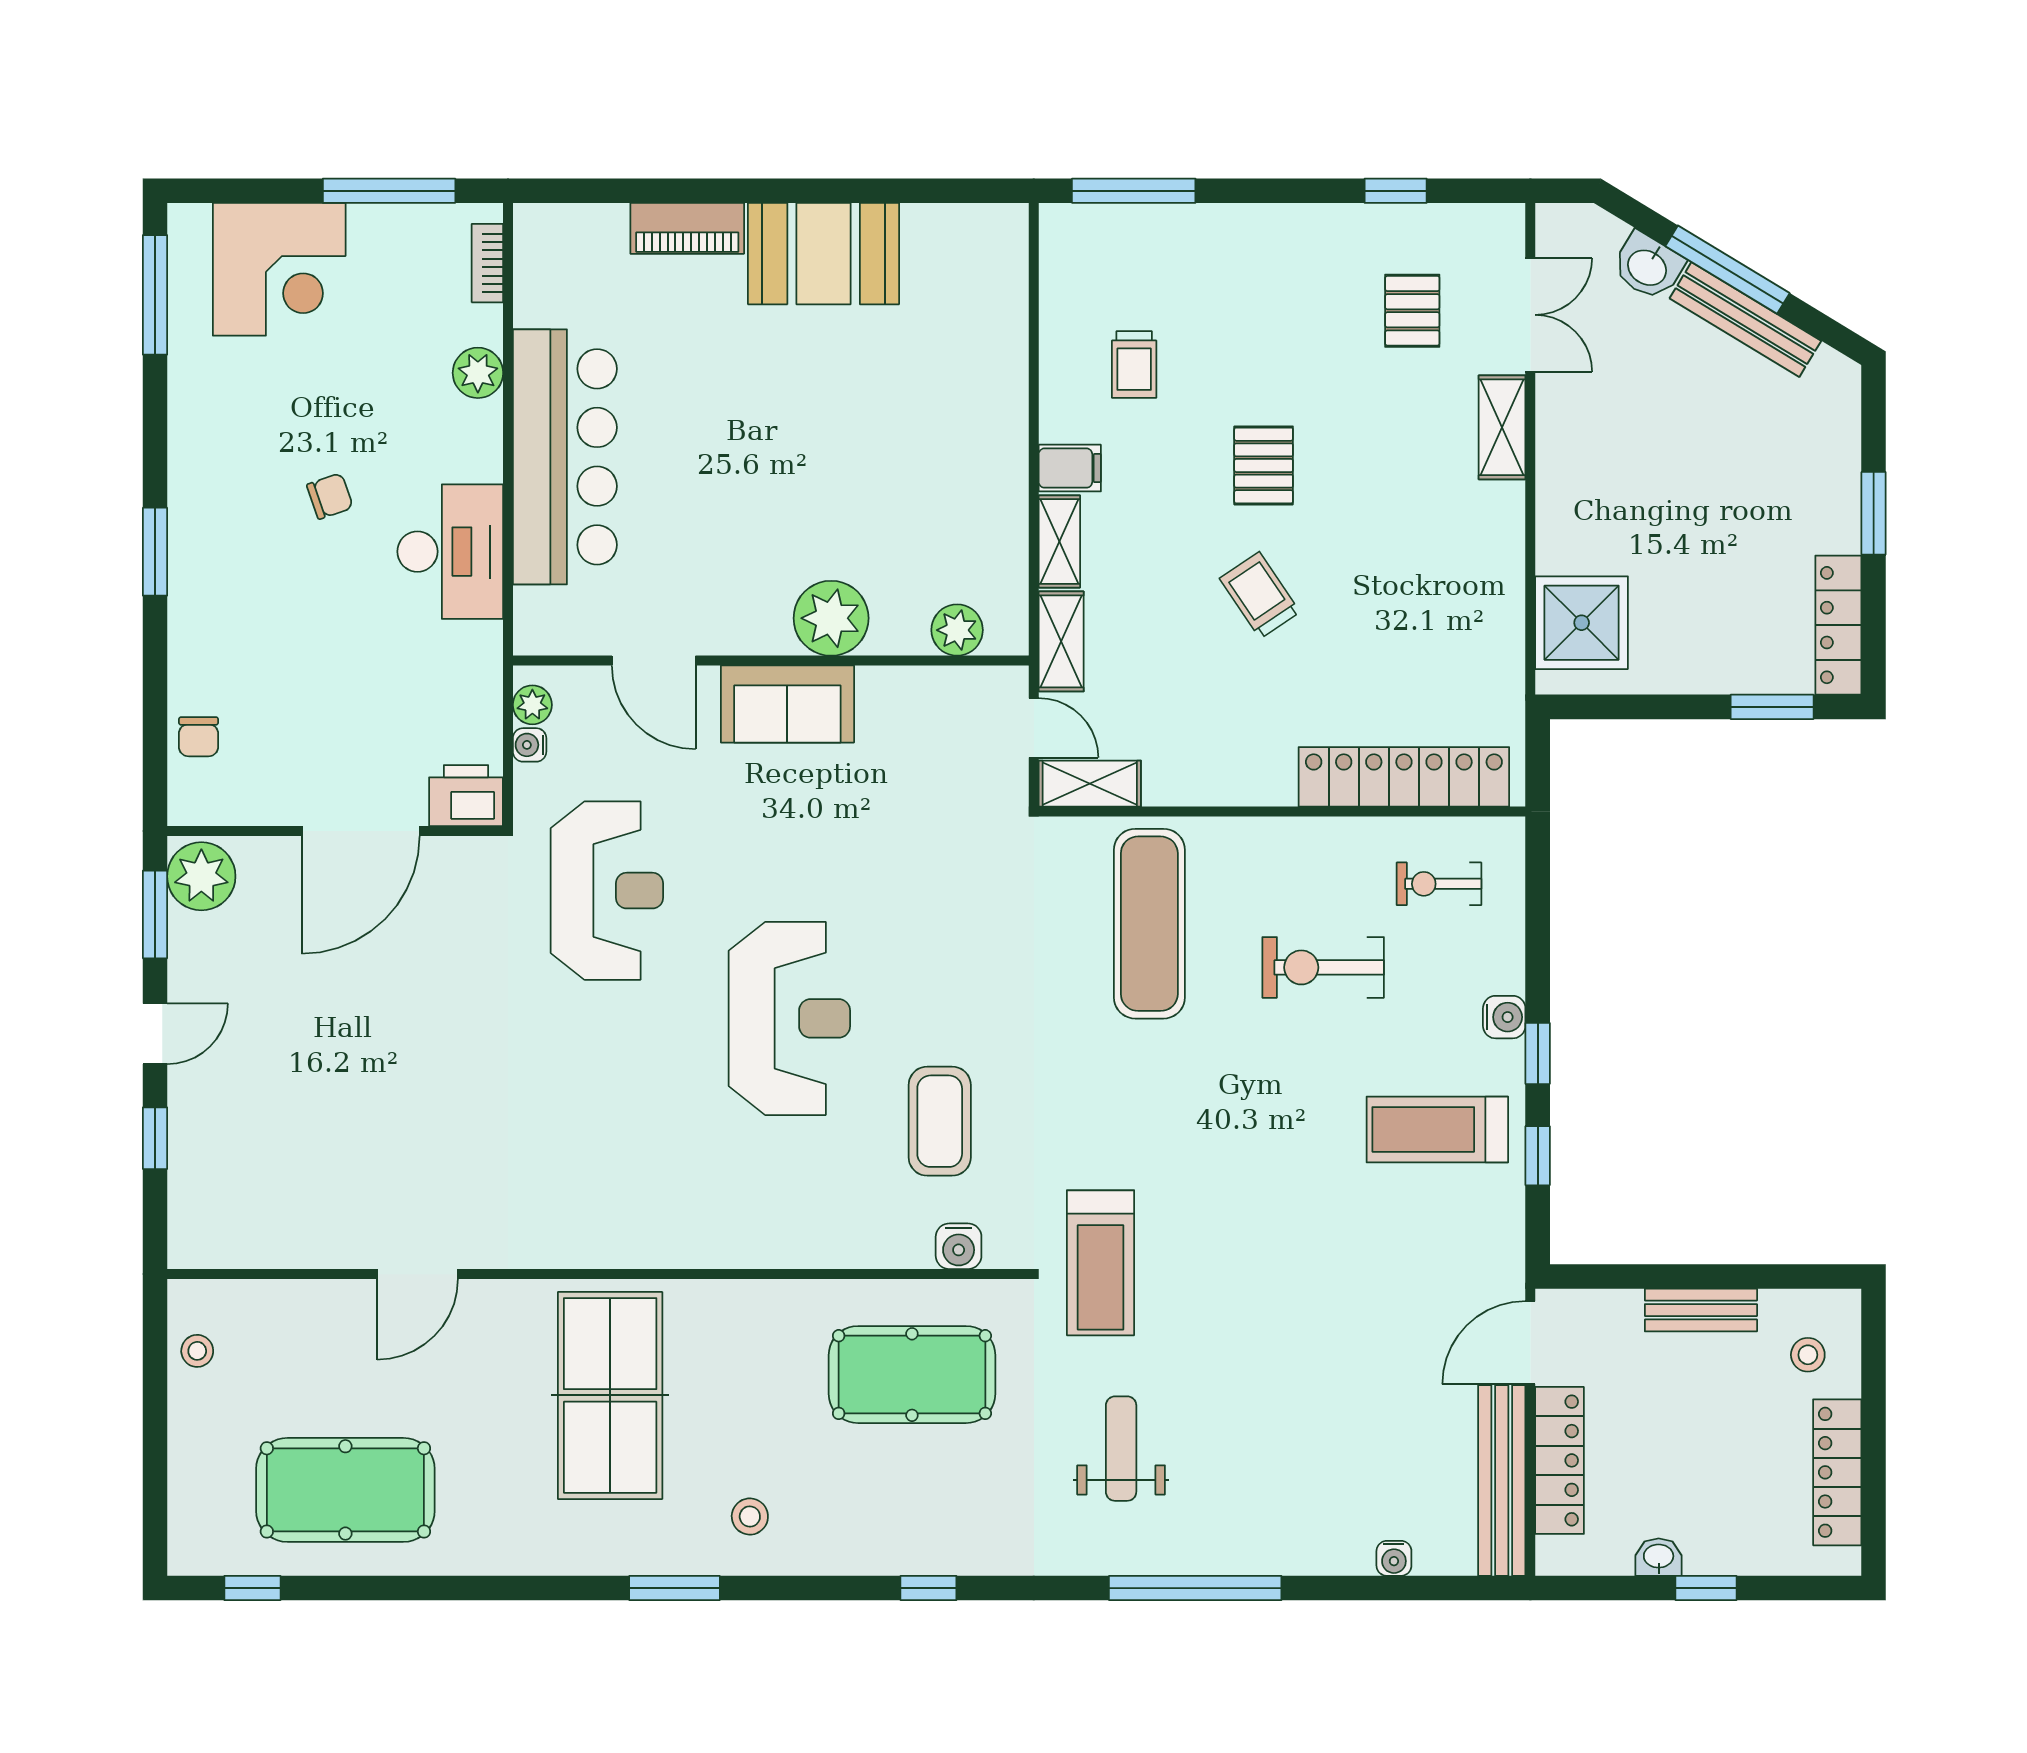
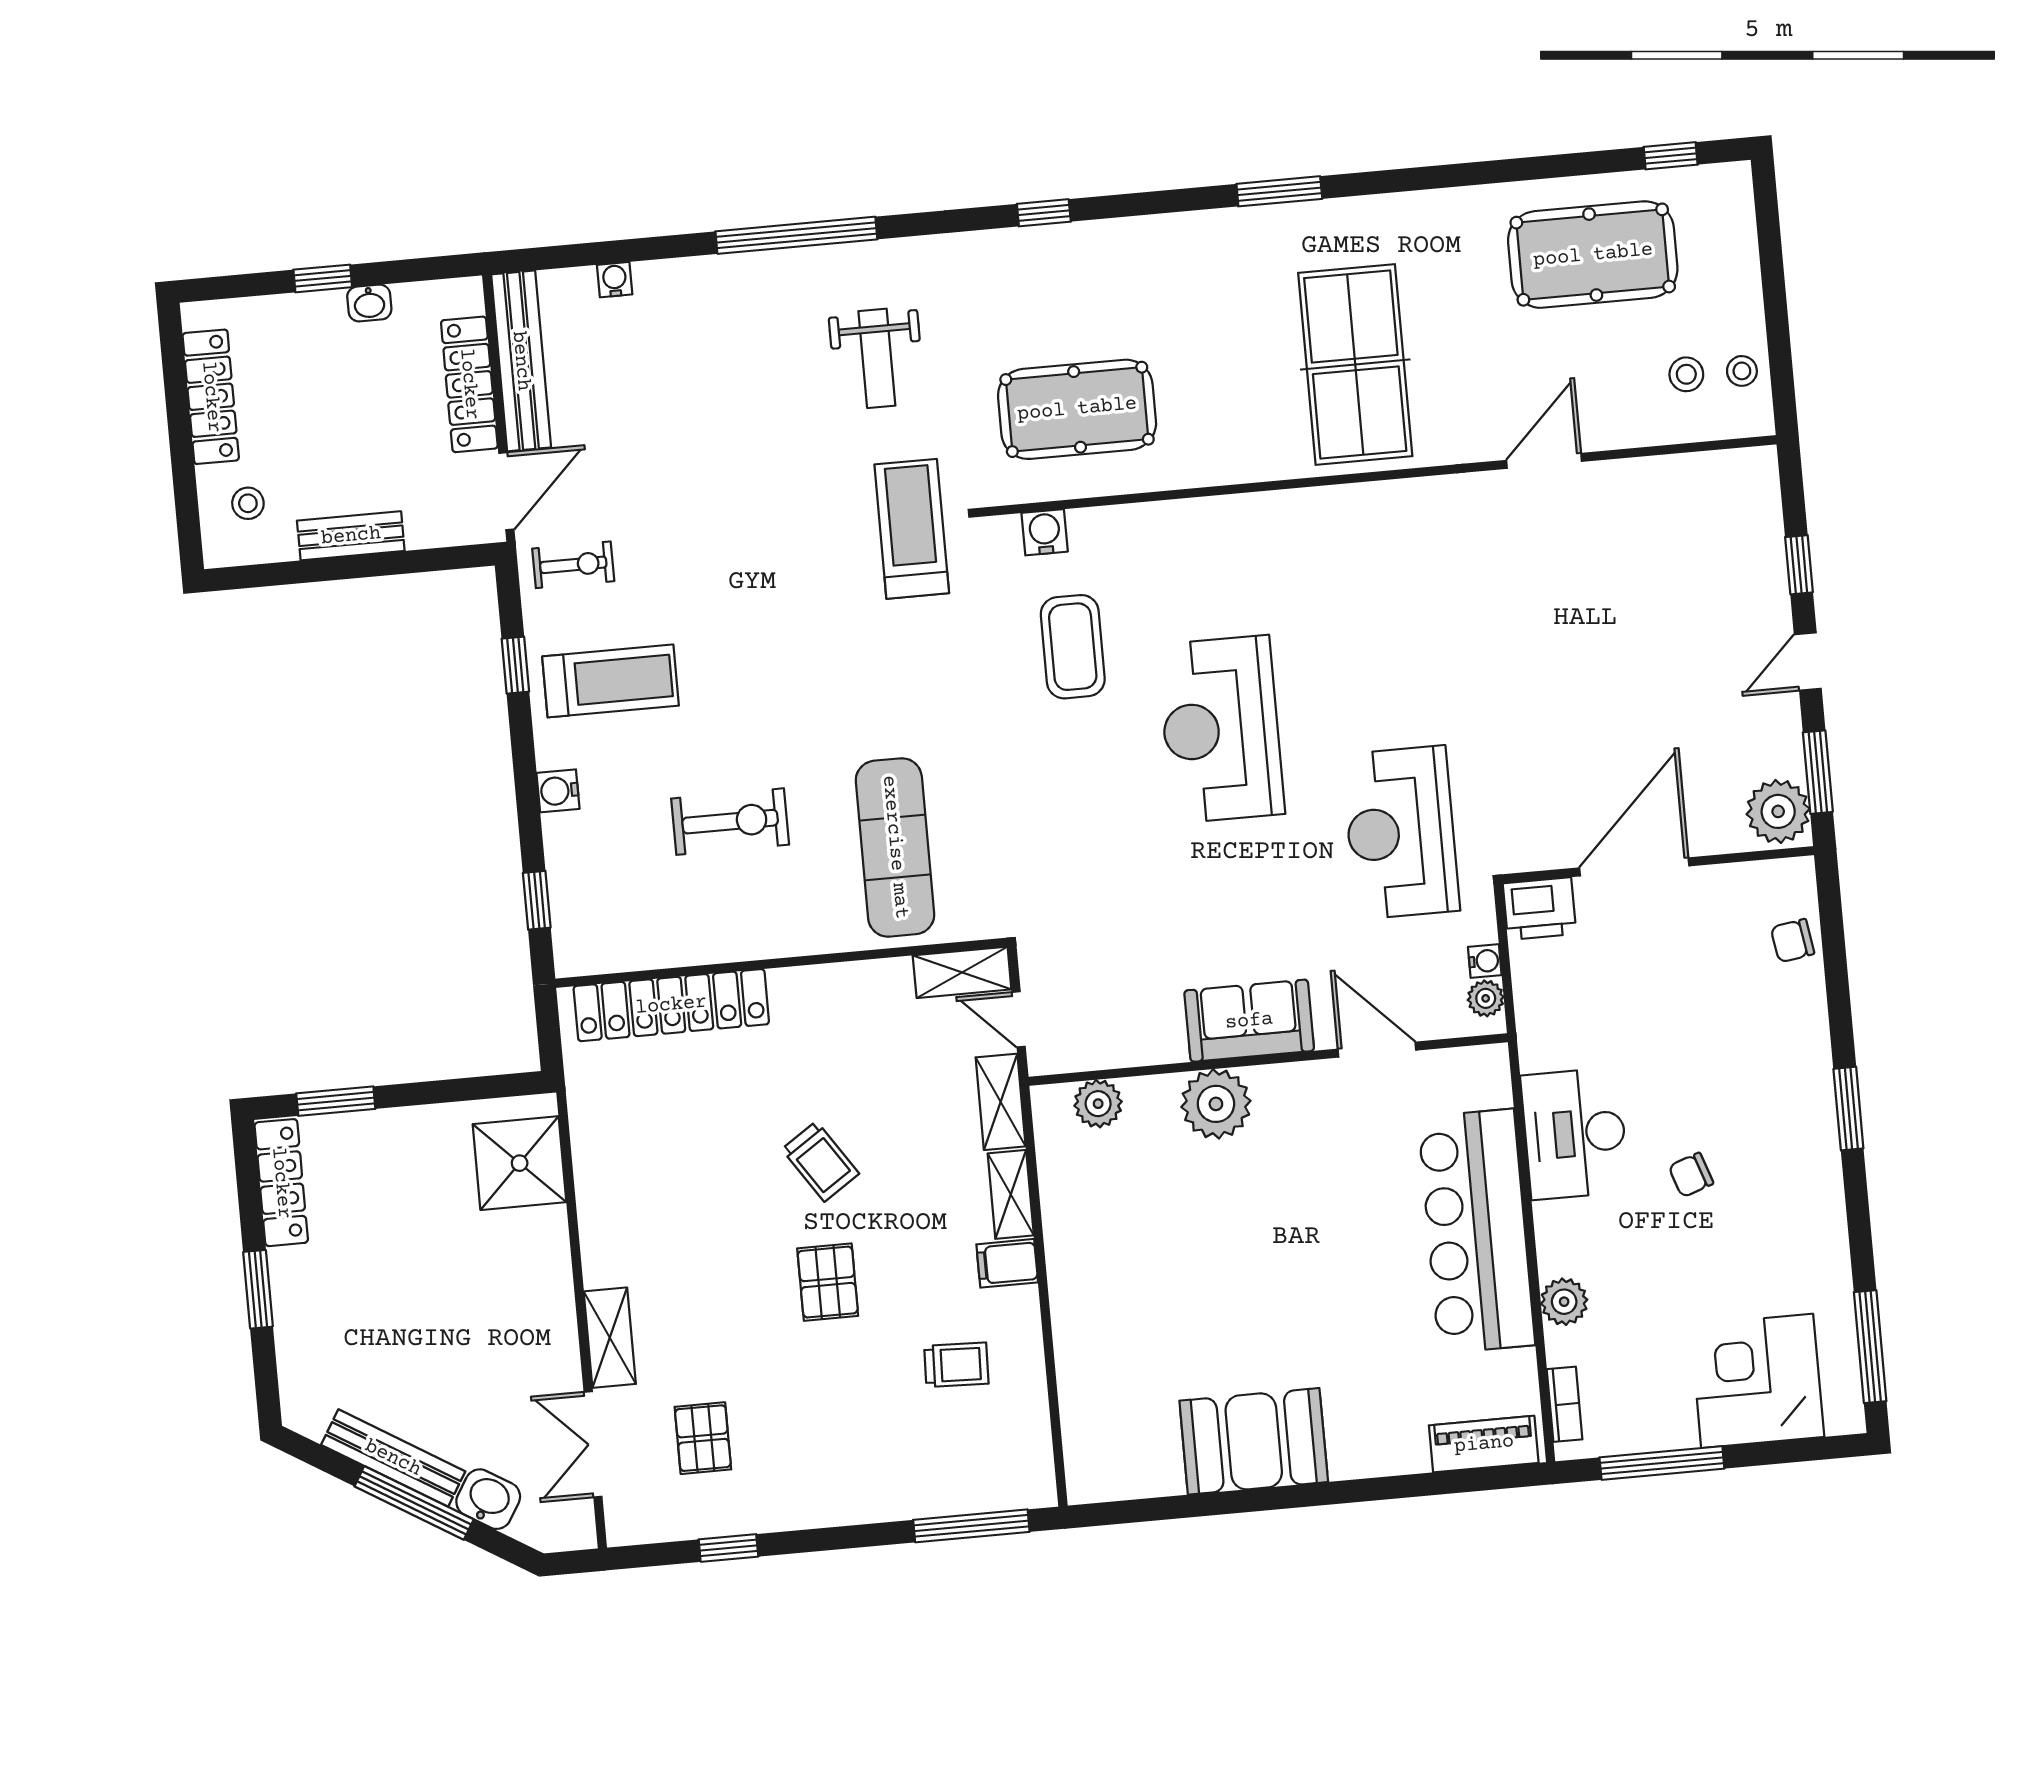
piano: (687, 228) -> (1484, 1444), moved
trolley: (1134, 364) -> (956, 1365), turned 92
chair: (199, 737) -> (1793, 941), turned -99
exercise bike: (1439, 884) -> (573, 565), moved
window: (1538, 1053) -> (537, 900), moved
stool: (750, 1517) -> (1686, 374), moved

